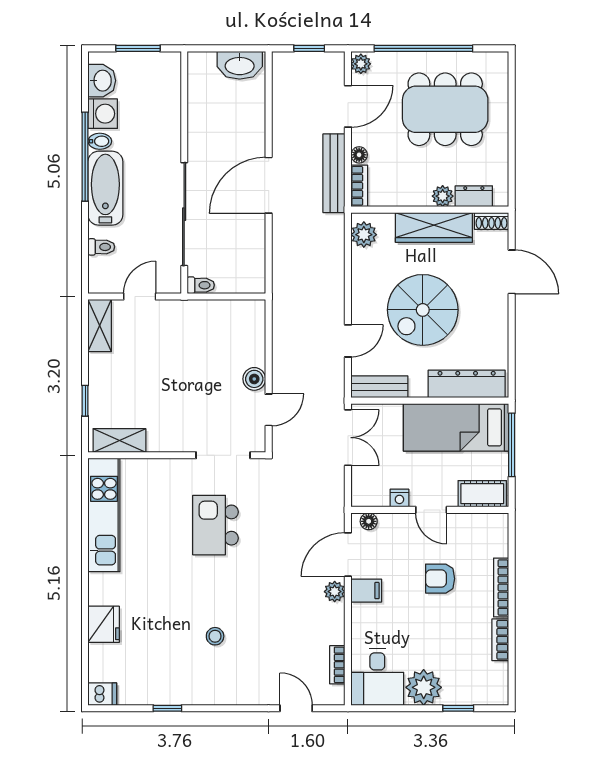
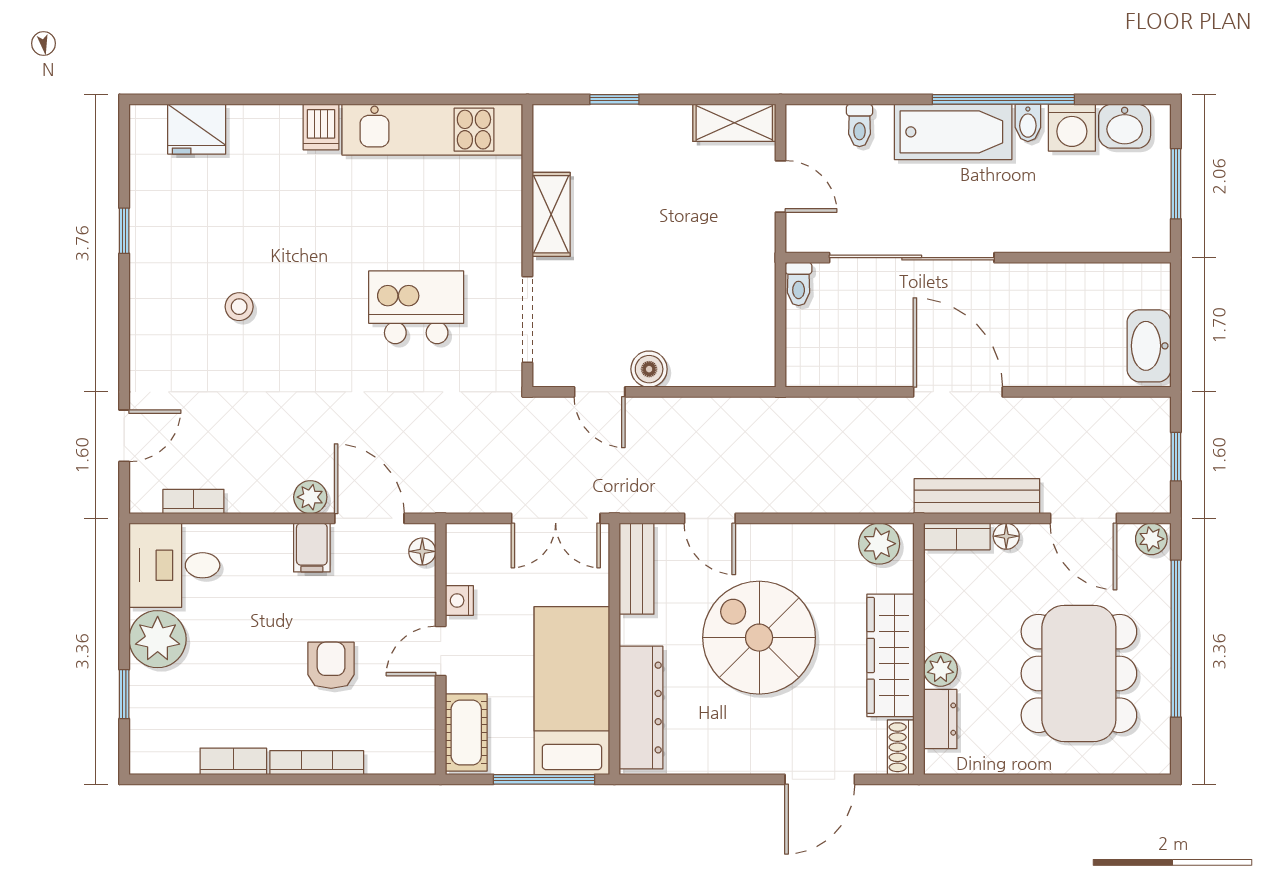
shelving: (119, 440) -> (551, 214), moved
fridge: (104, 624) -> (197, 129), moved
dishwasher: (102, 694) -> (321, 127), moved

